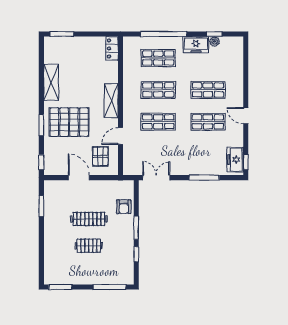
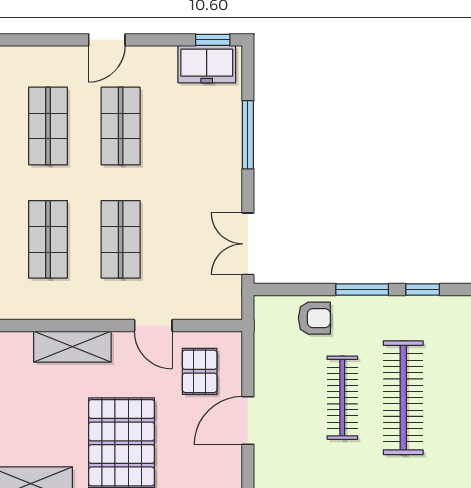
pallet: (100, 156) -> (200, 371), turned 90
clothes rail: (89, 246) -> (403, 398), width x1.86, depth x1.31

